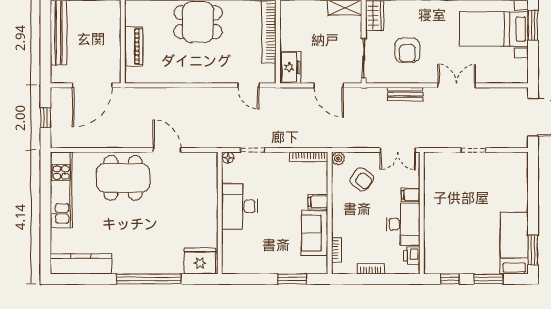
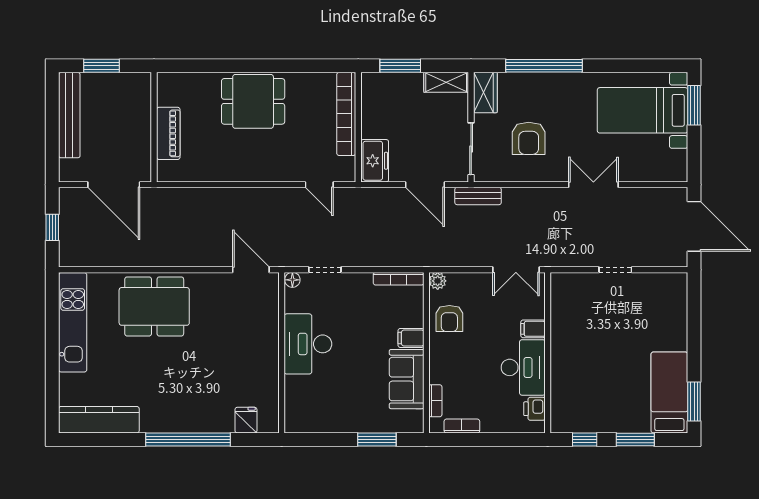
door: (92, 85) -> (114, 185), hinge flipped
bench: (405, 94) -> (478, 196), moved
door: (167, 150) -> (251, 270), moved
armchair: (362, 179) -> (449, 318), moved, turned 54
fridge: (200, 261) -> (246, 420), width x0.53, depth x0.75
bookcase: (371, 269) -> (462, 426), moved

